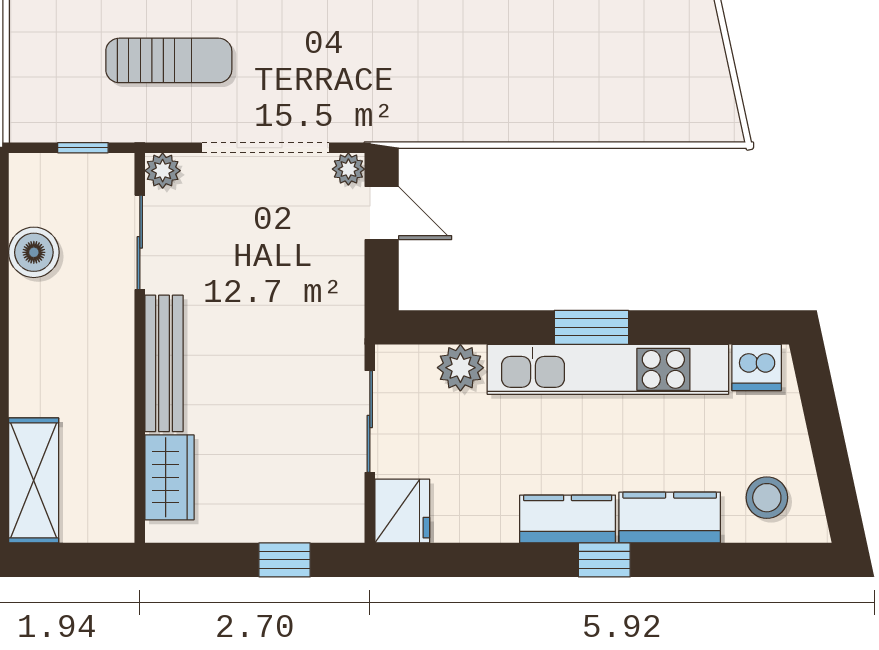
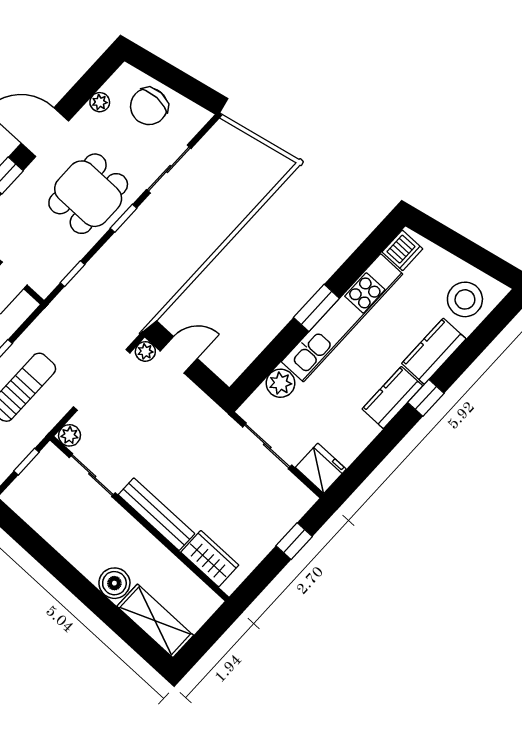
boiler: (34, 252) -> (114, 583), moved
stool: (767, 498) -> (465, 299), width x1.38, depth x1.38

